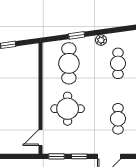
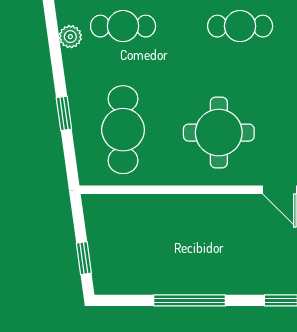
plant: (101, 40) -> (70, 37), moved
cafe table: (69, 63) -> (123, 130), turned 90

